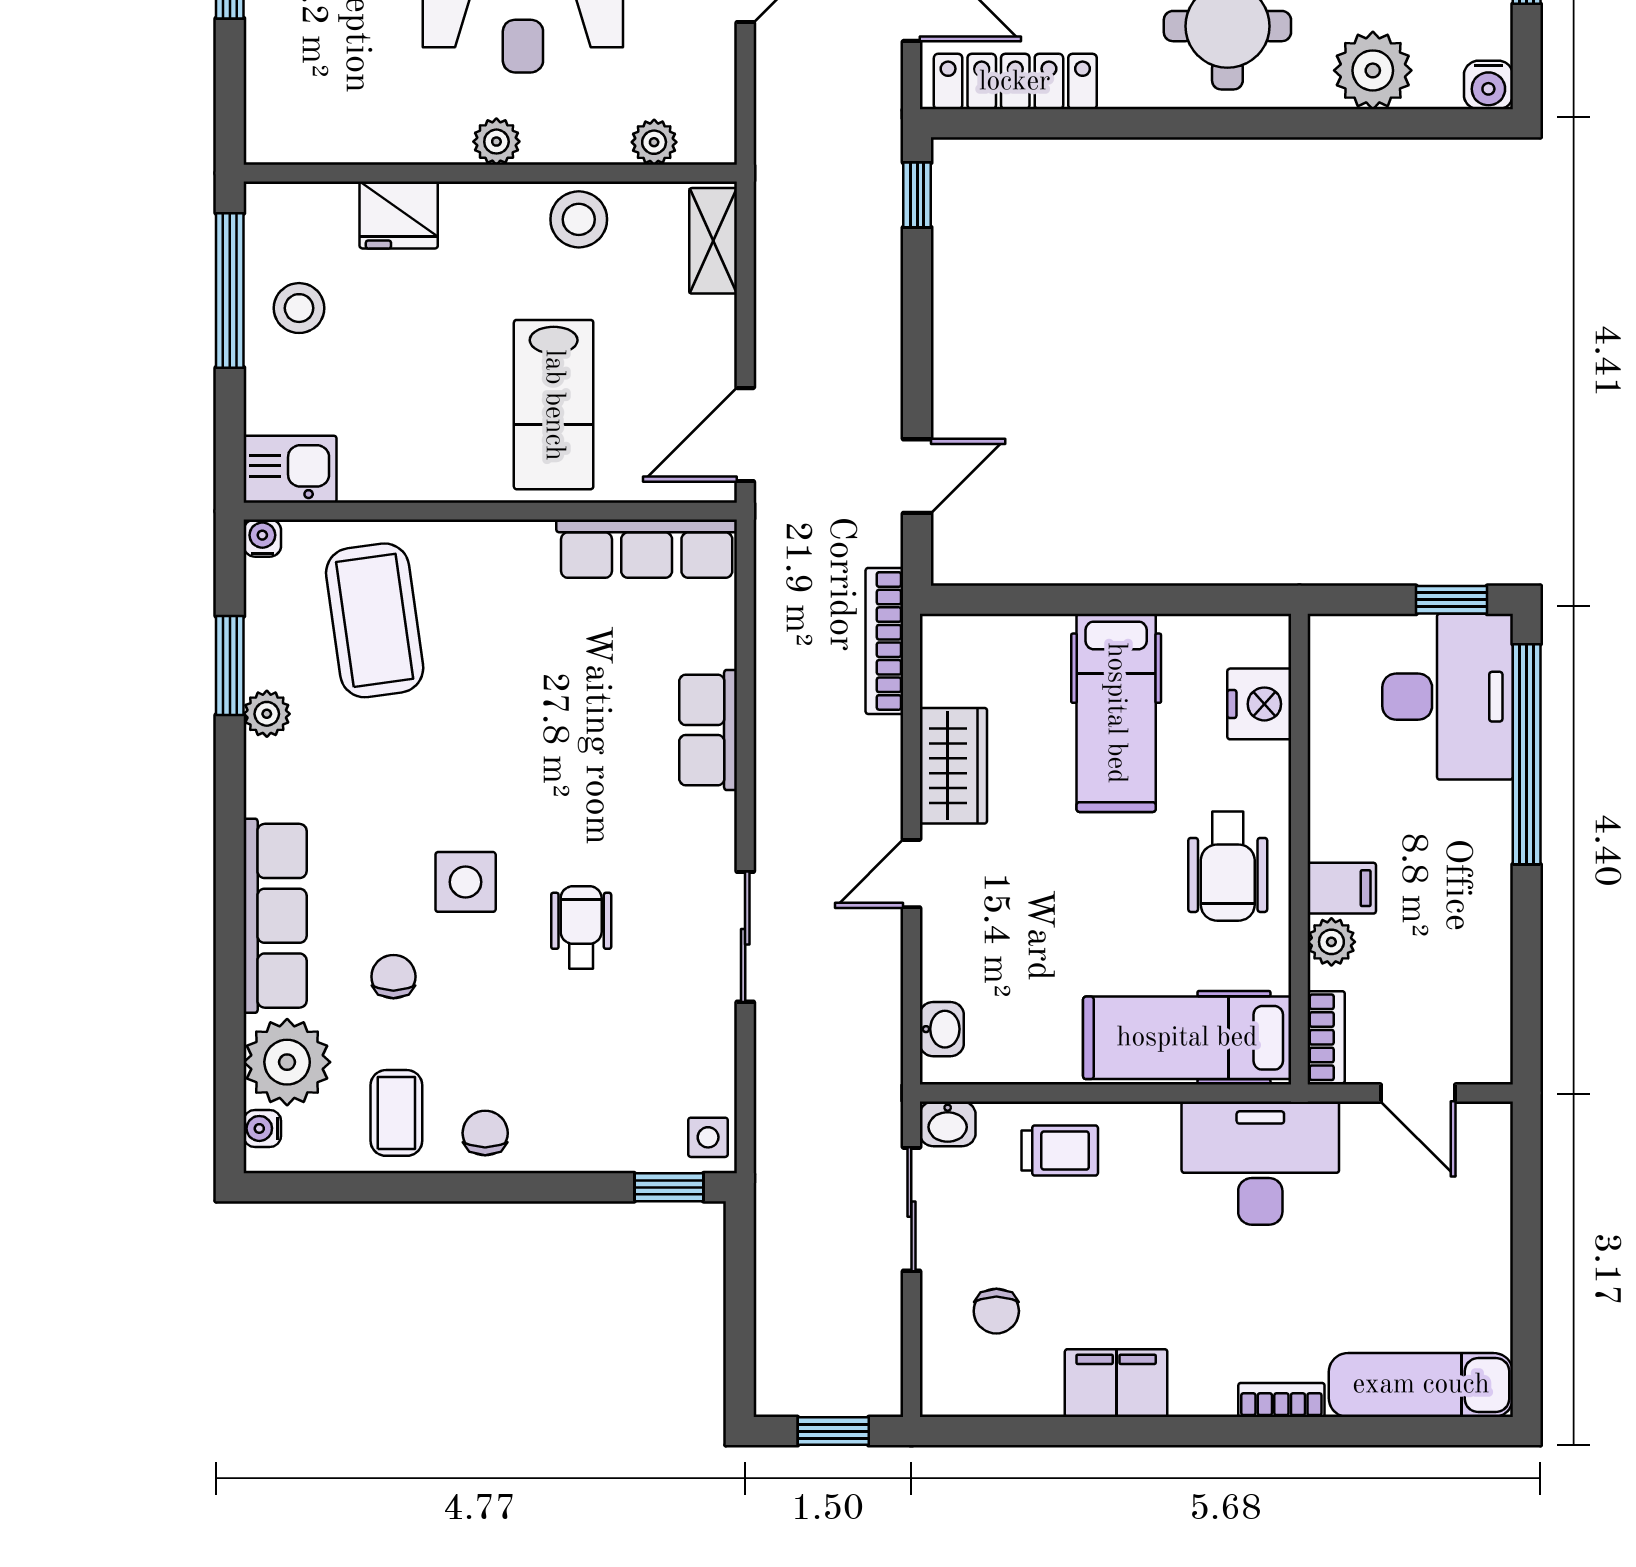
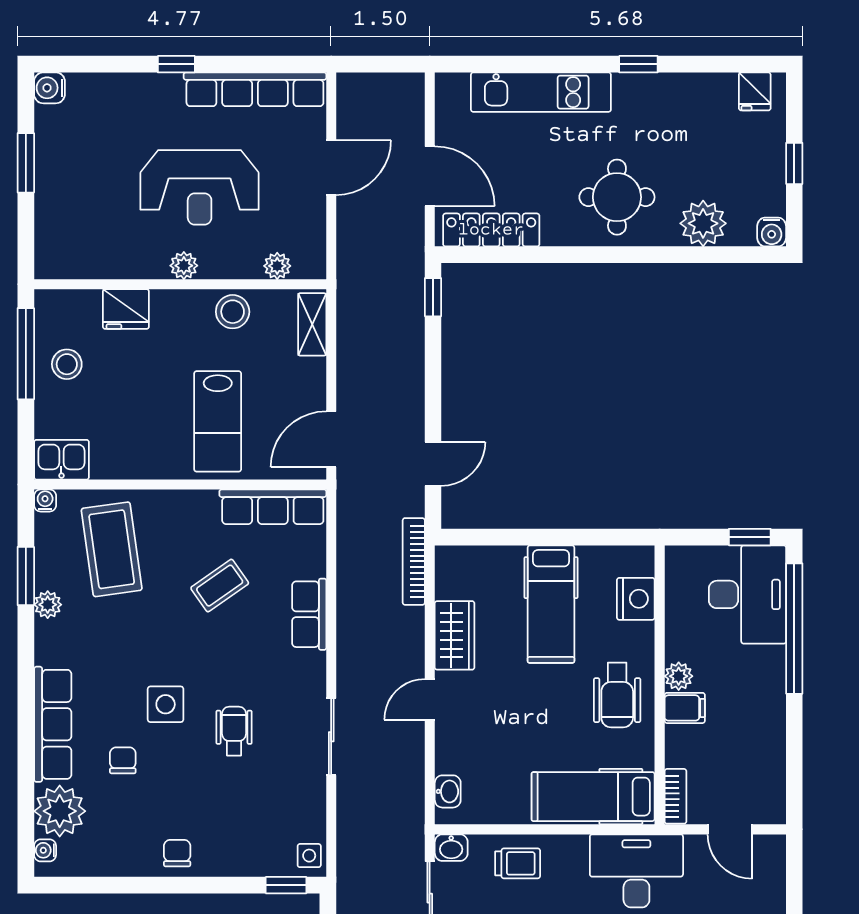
plant: (1331, 942) -> (679, 676), moved
coffee table: (396, 1113) -> (220, 586), moved, turned 55

